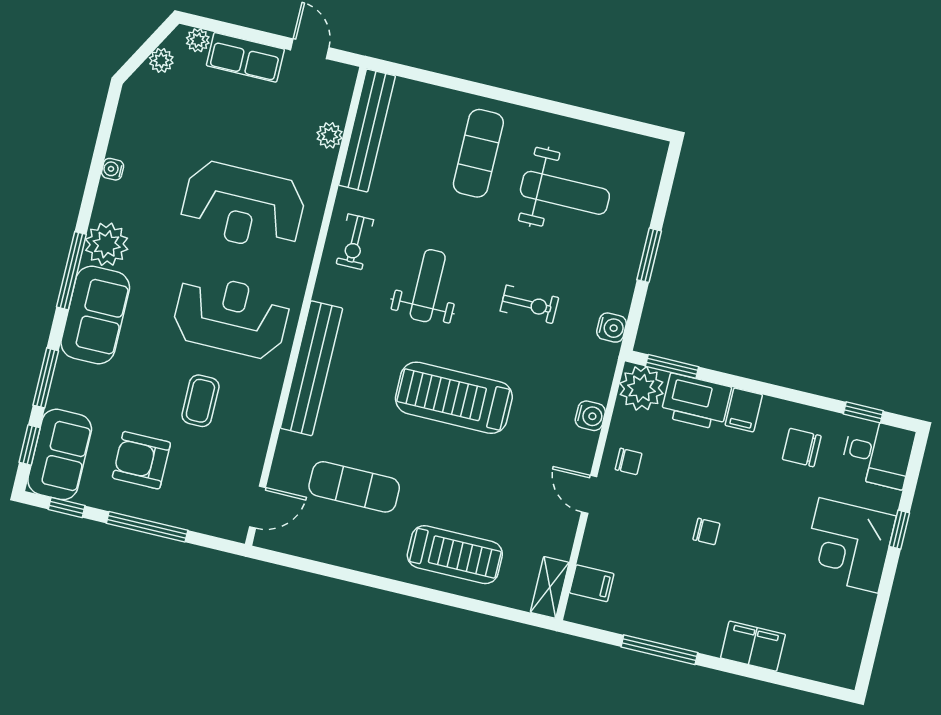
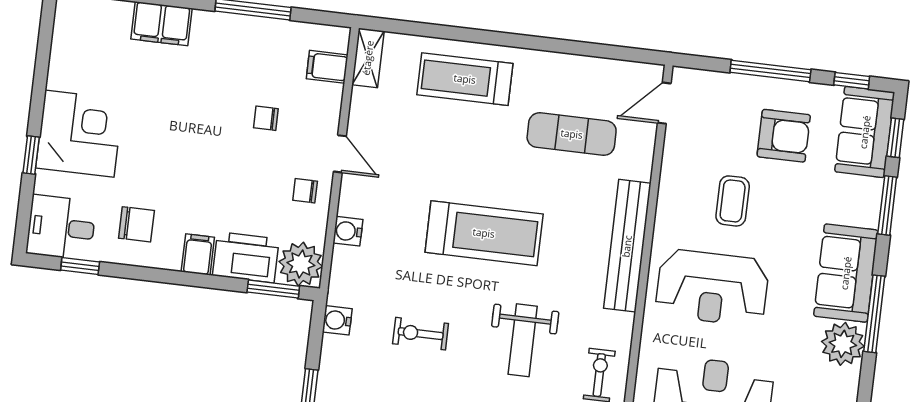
chair: (706, 531) -> (266, 118), moved

